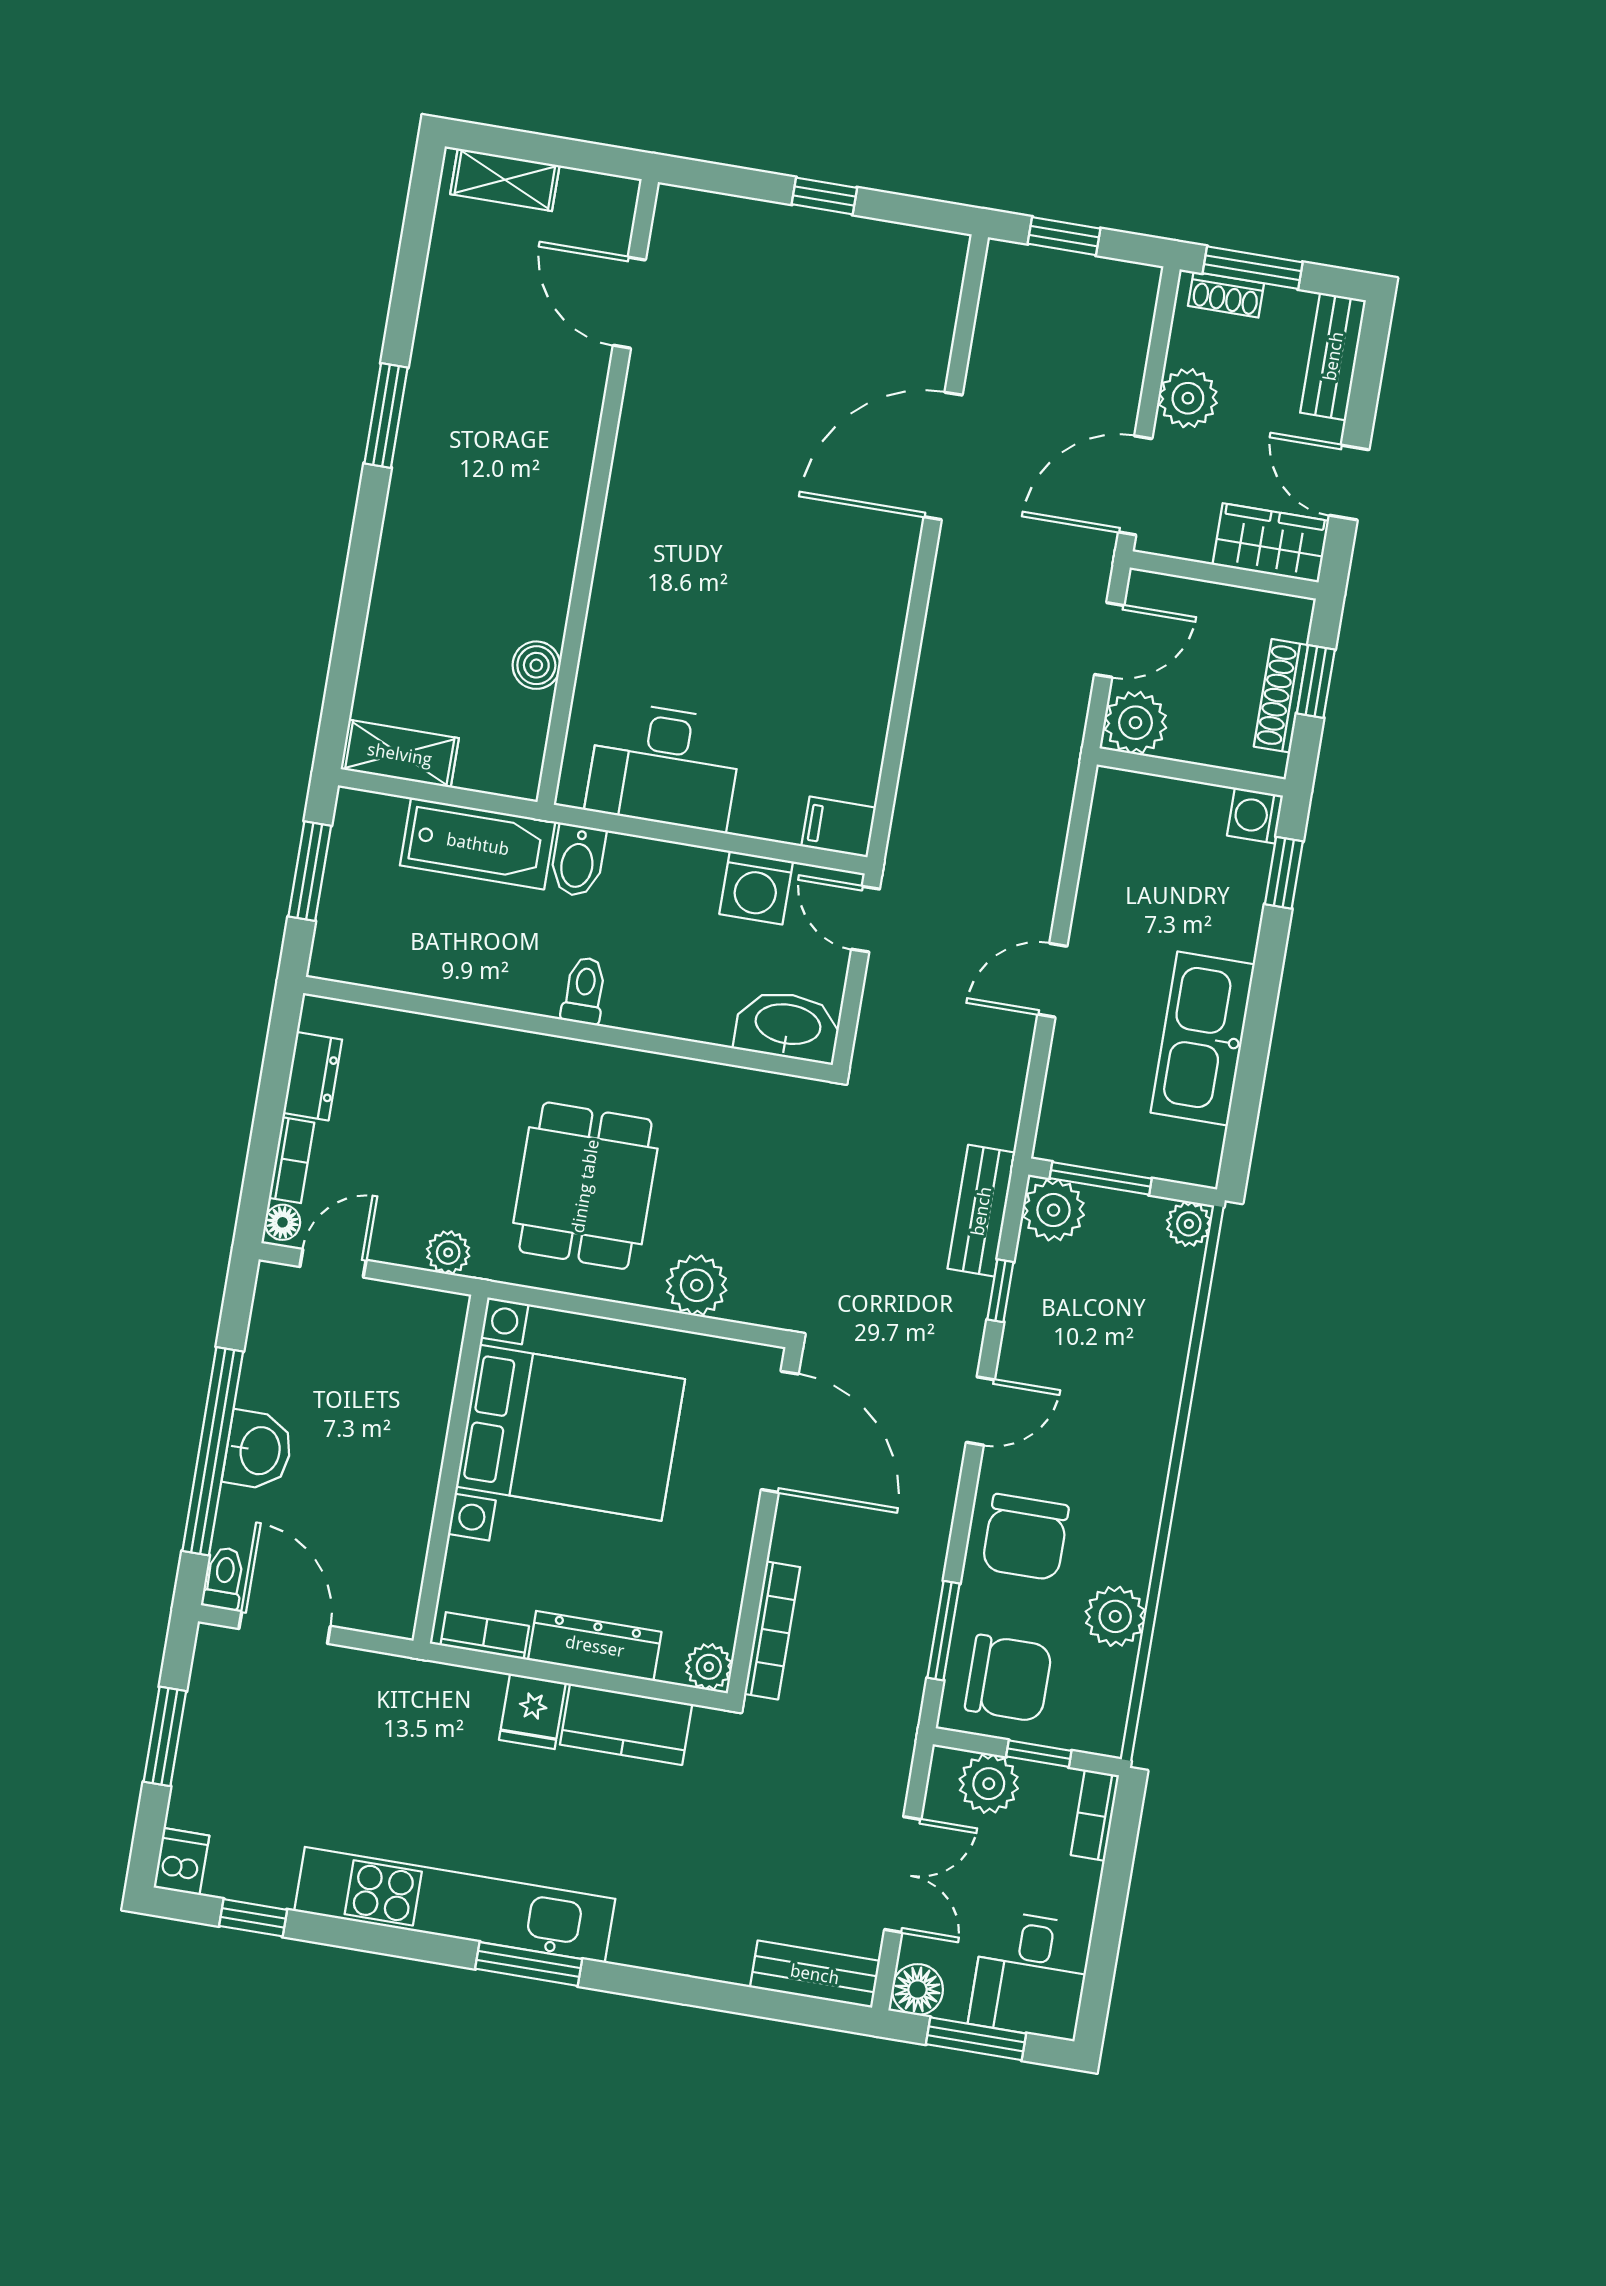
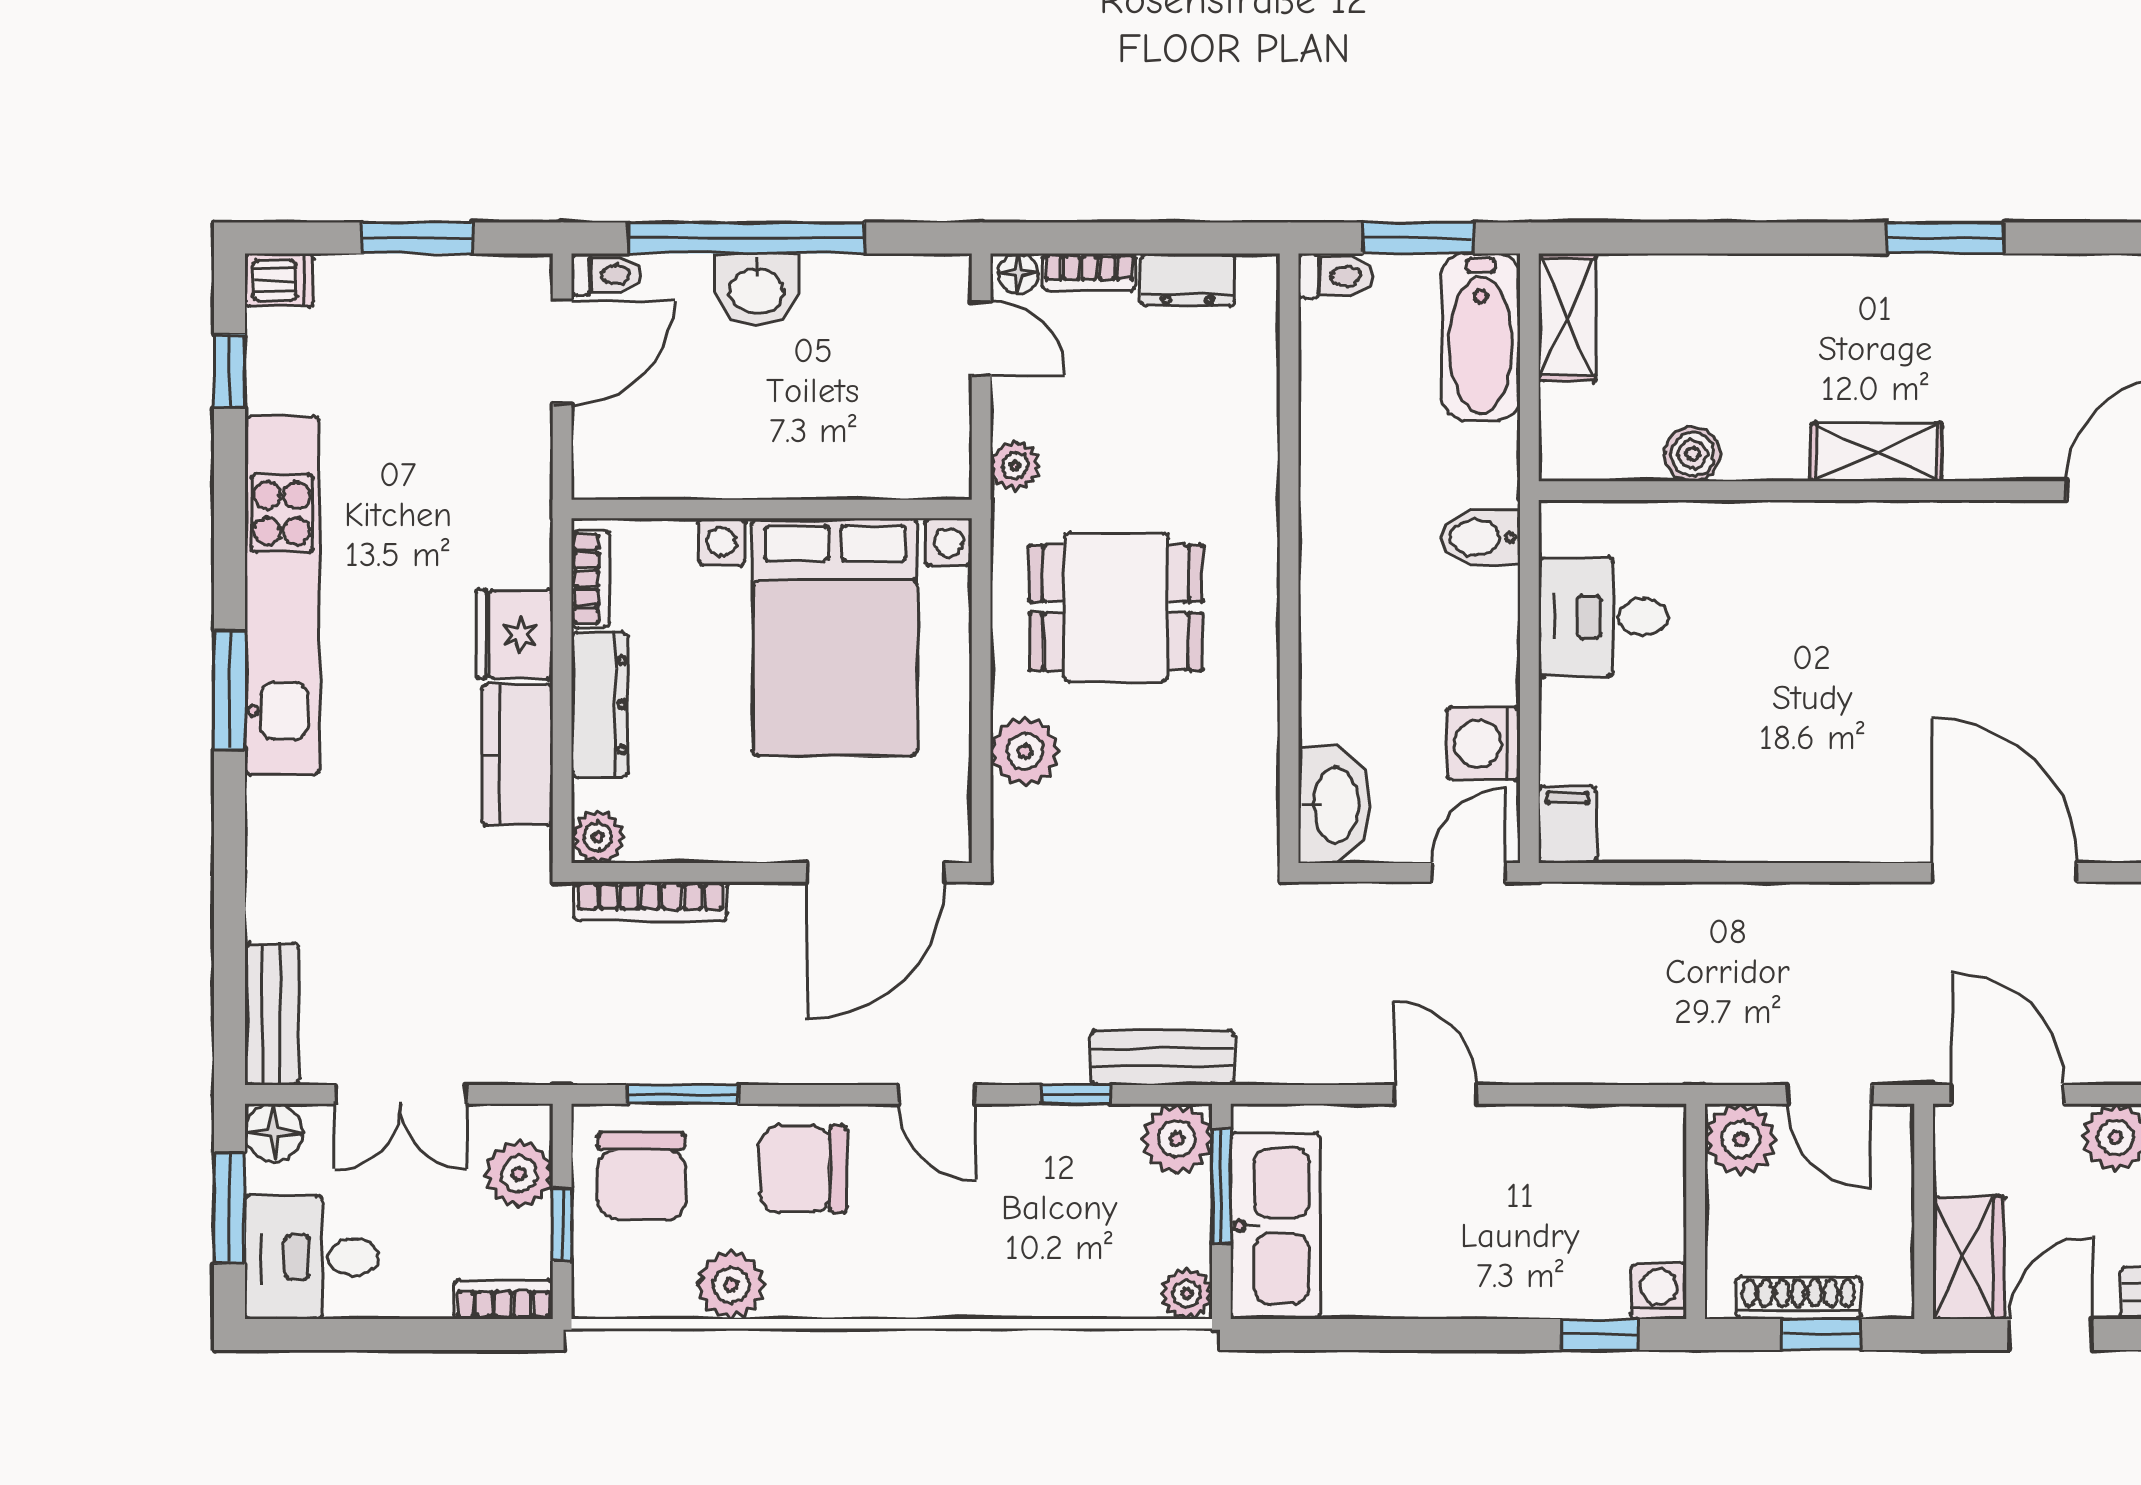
shelving: (561, 506) -> (1877, 452), added
desk: (664, 766) -> (1603, 617), width x0.73
bathtub: (478, 844) -> (1481, 337), moved
toilet: (584, 991) -> (1335, 276), moved
kitchen sink: (1203, 1038) -> (1275, 1226), moved, turned 90
fridge: (532, 1711) -> (514, 634), width x1.38

